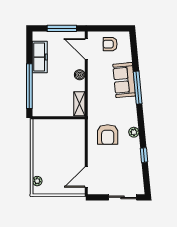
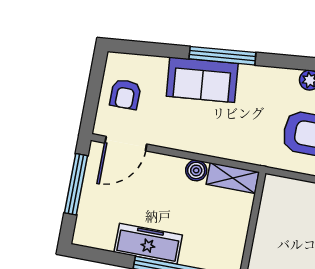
freezer: (40, 57) -> (148, 244), moved
boiler: (80, 75) -> (196, 170), moved

